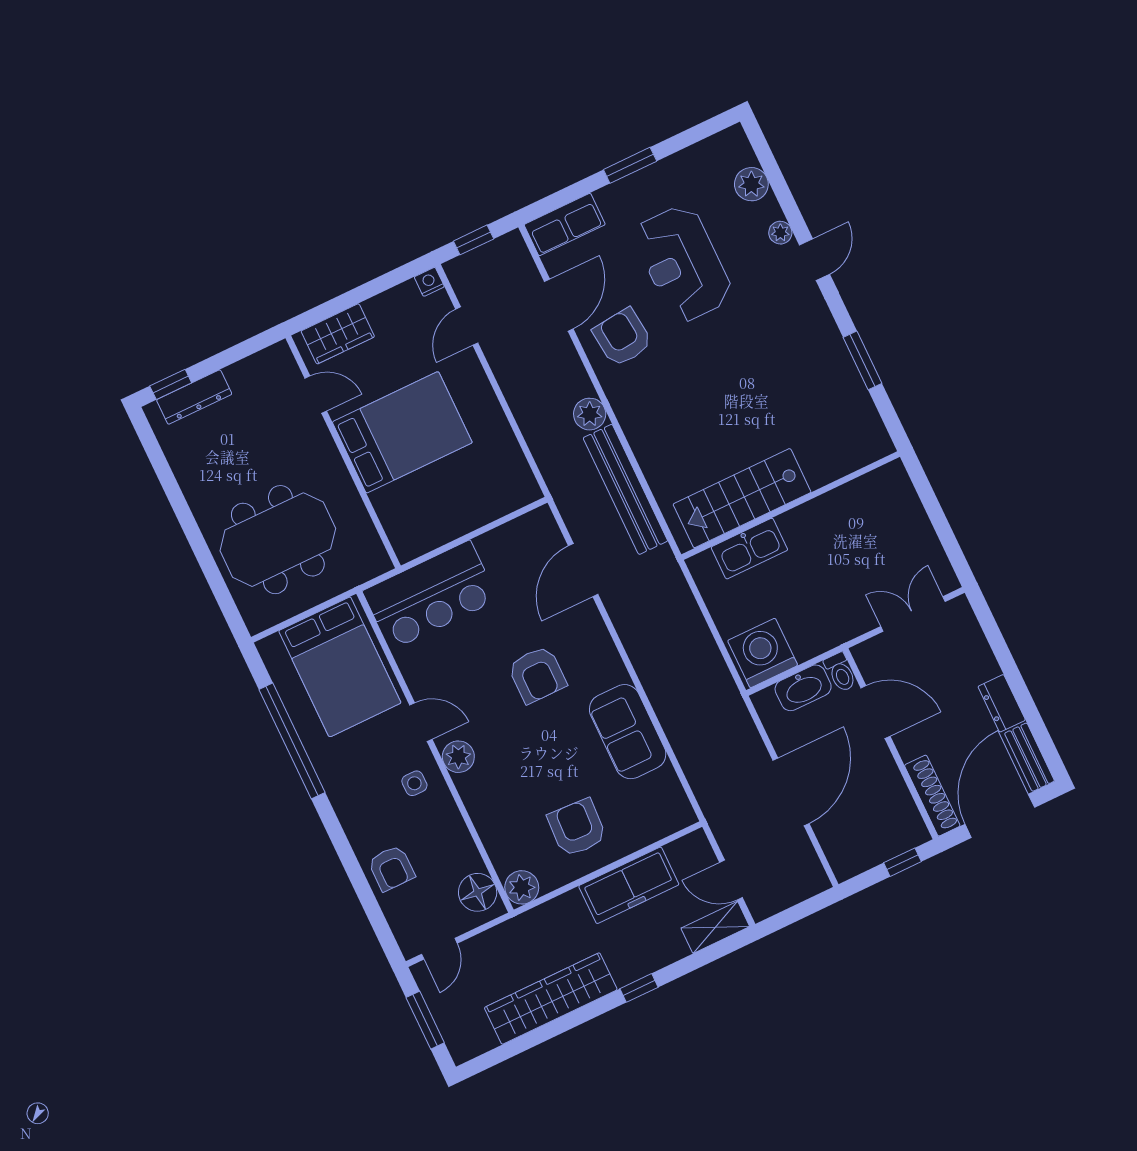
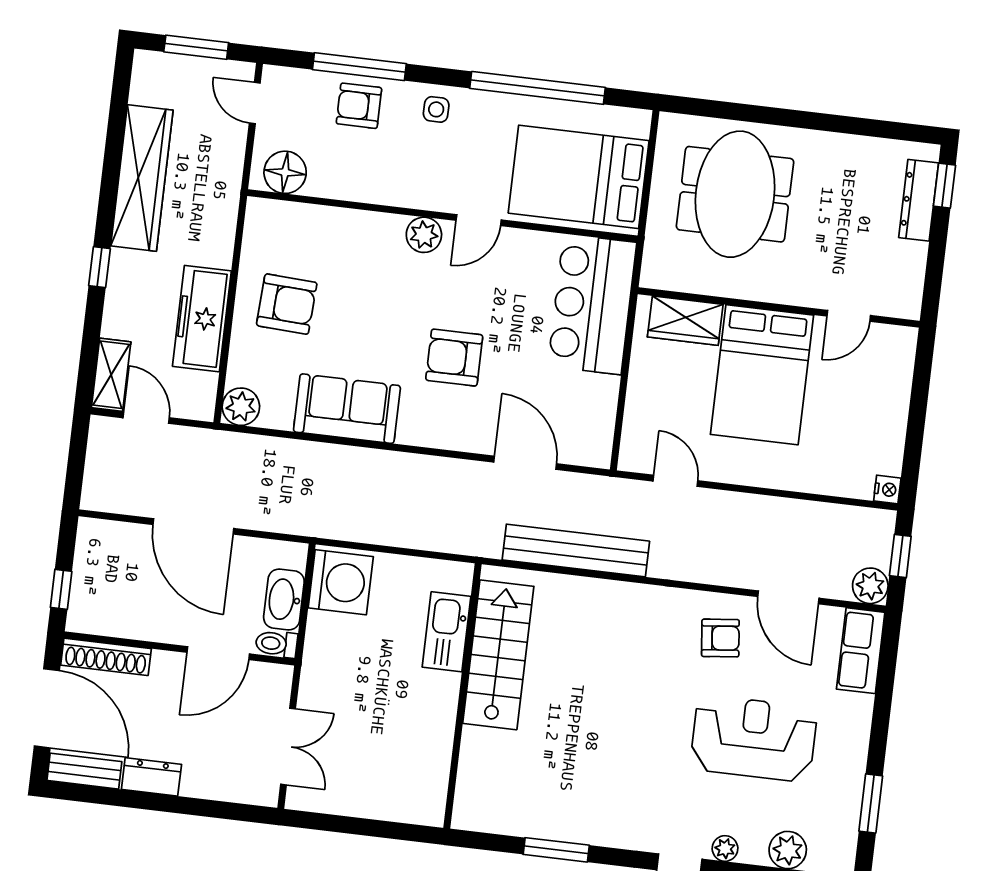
window: (630, 165) -> (871, 804), moved
door: (467, 326) -> (675, 481), moved
wardrobe: (338, 334) -> (685, 321), moved, turned -90
armchair: (623, 337) -> (720, 638), width x0.72, depth x0.72
plant: (590, 414) -> (870, 586), moved
side table: (414, 783) -> (436, 109), moved
door: (731, 880) -> (146, 418), hinge flipped
window: (362, 887) -> (359, 67), added
plant: (522, 887) -> (241, 407), moved

